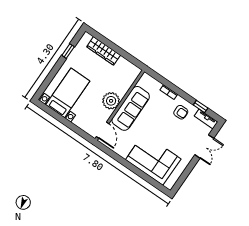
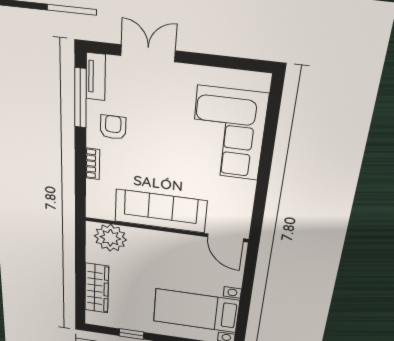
plant: (111, 101) -> (110, 238), moved
window: (201, 107) -> (80, 98), width x2.17
door: (103, 130) -> (226, 238), swing flipped

